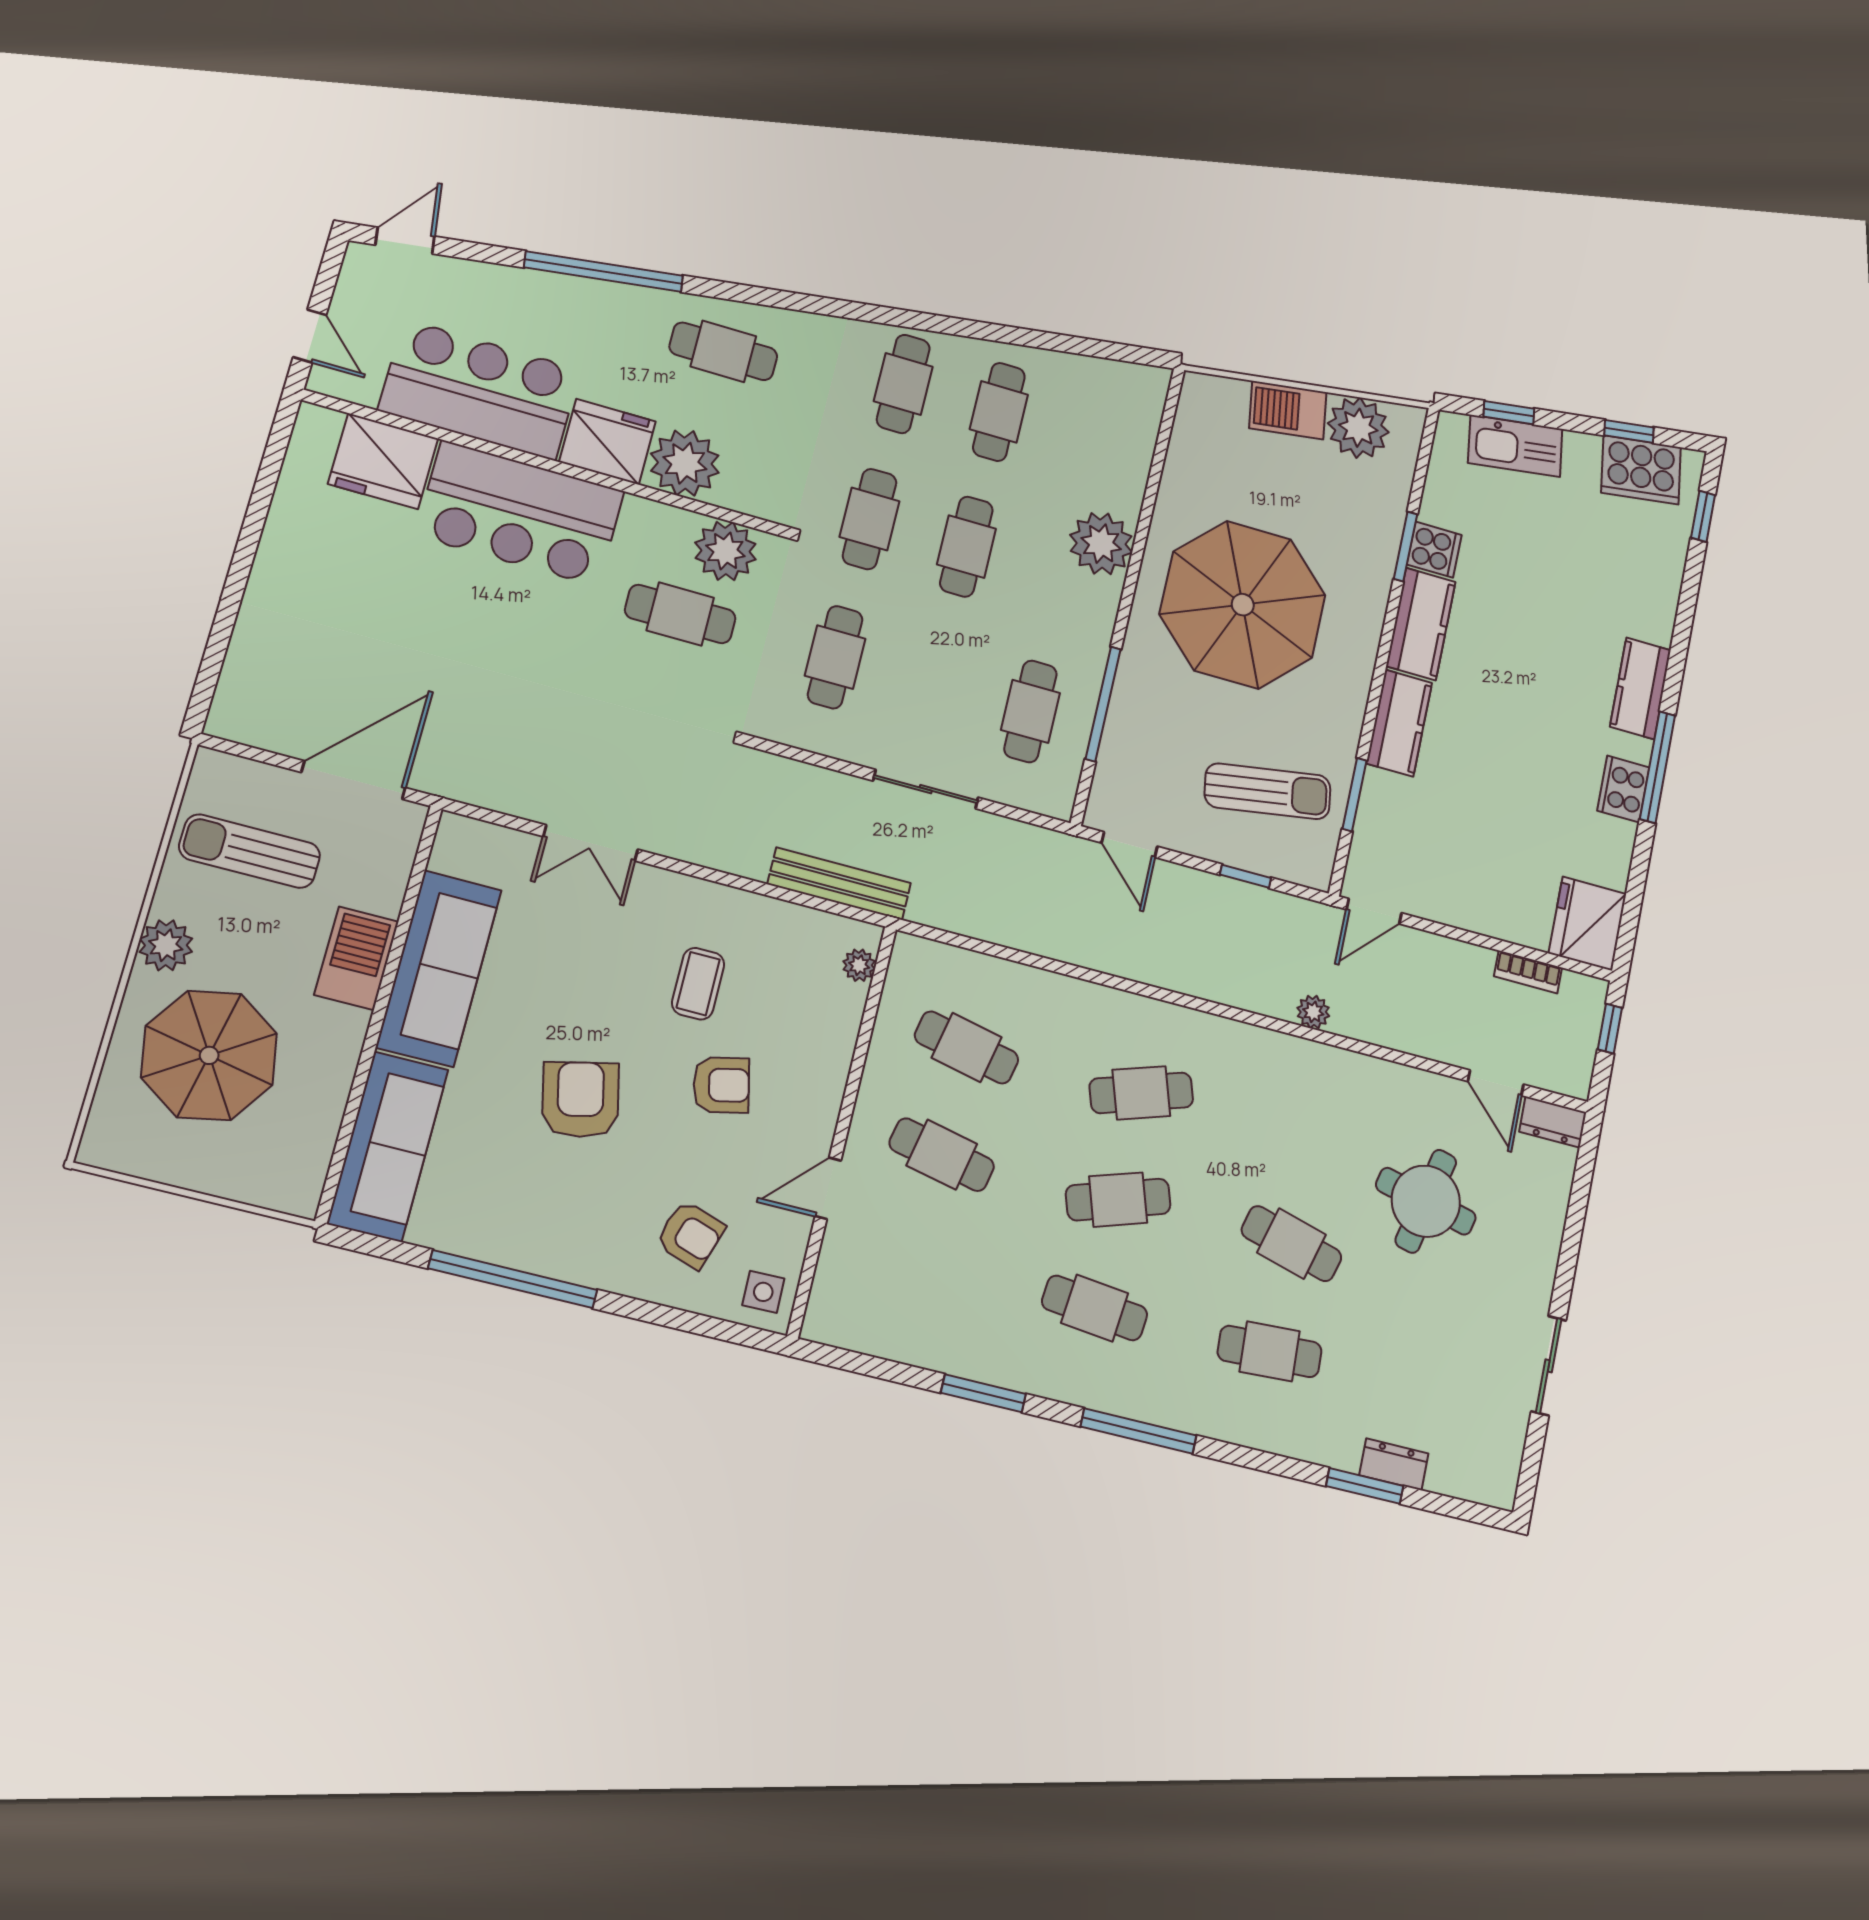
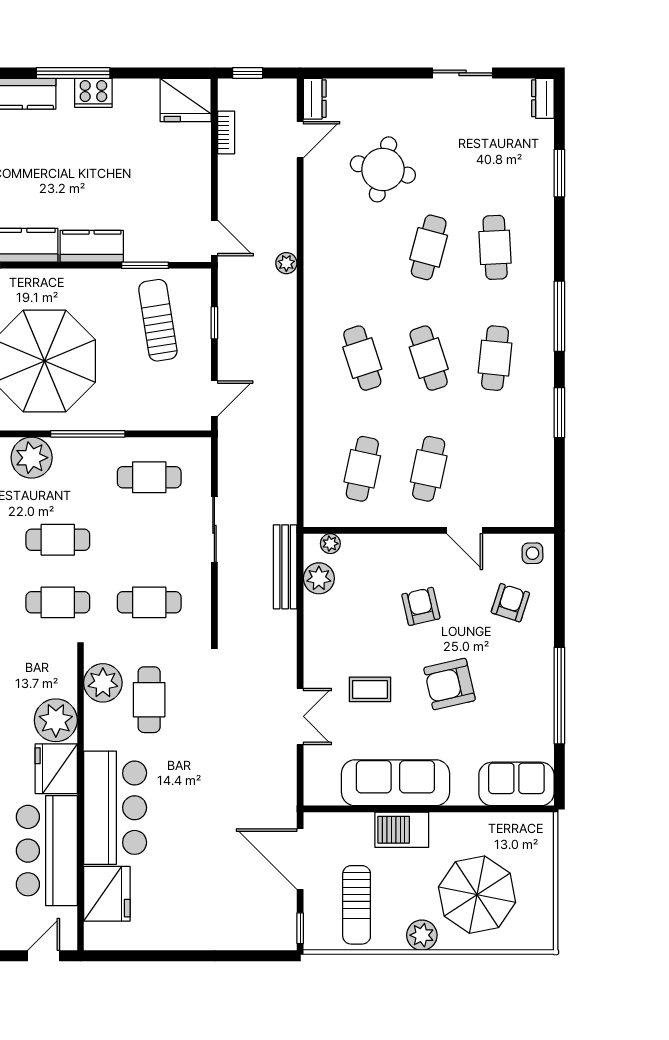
window: (1103, 704) -> (88, 434), moved
window: (237, 749) -> (300, 928), added
plant: (808, 932) -> (319, 578), added
coffee table: (698, 984) -> (370, 689), moved
sofa: (388, 1146) -> (516, 784), width x0.73
dresser: (1394, 1464) -> (543, 98), moved

